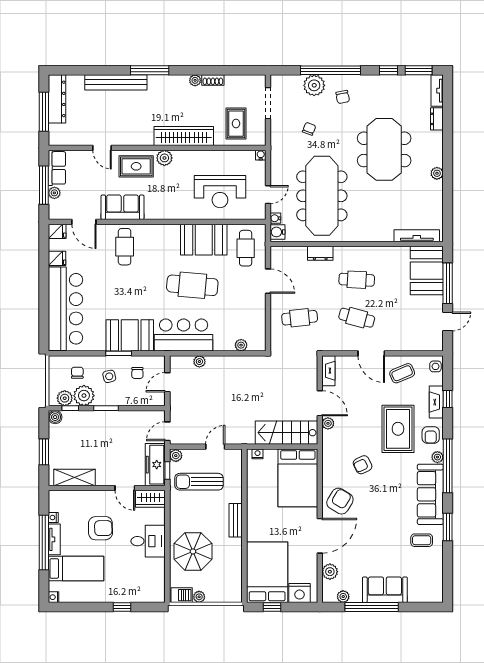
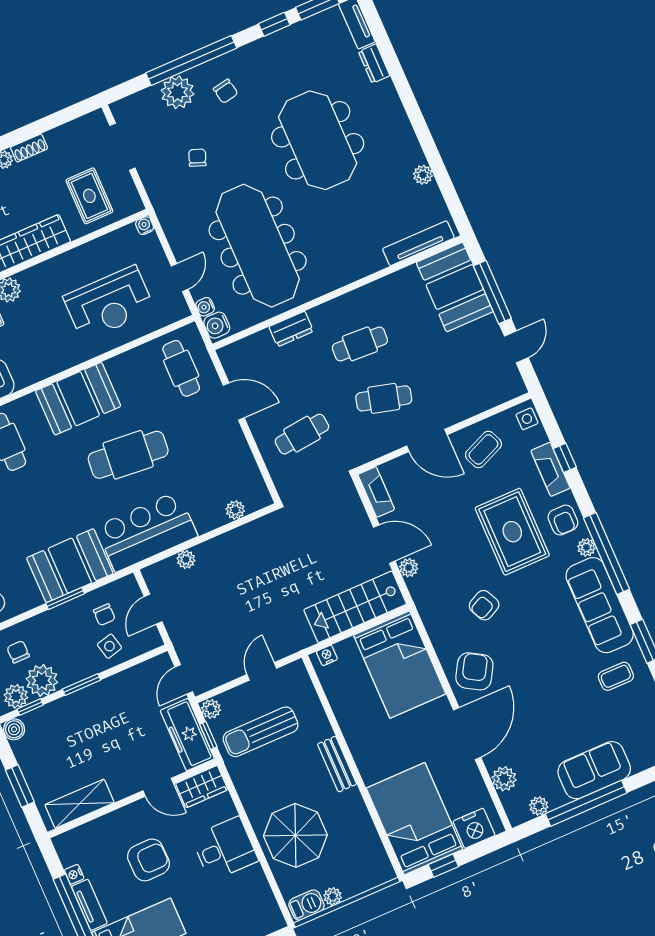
plant: (437, 173) -> (423, 175), moved
booth: (204, 240) -> (78, 399), moved
side table: (109, 376) -> (109, 646), moved

